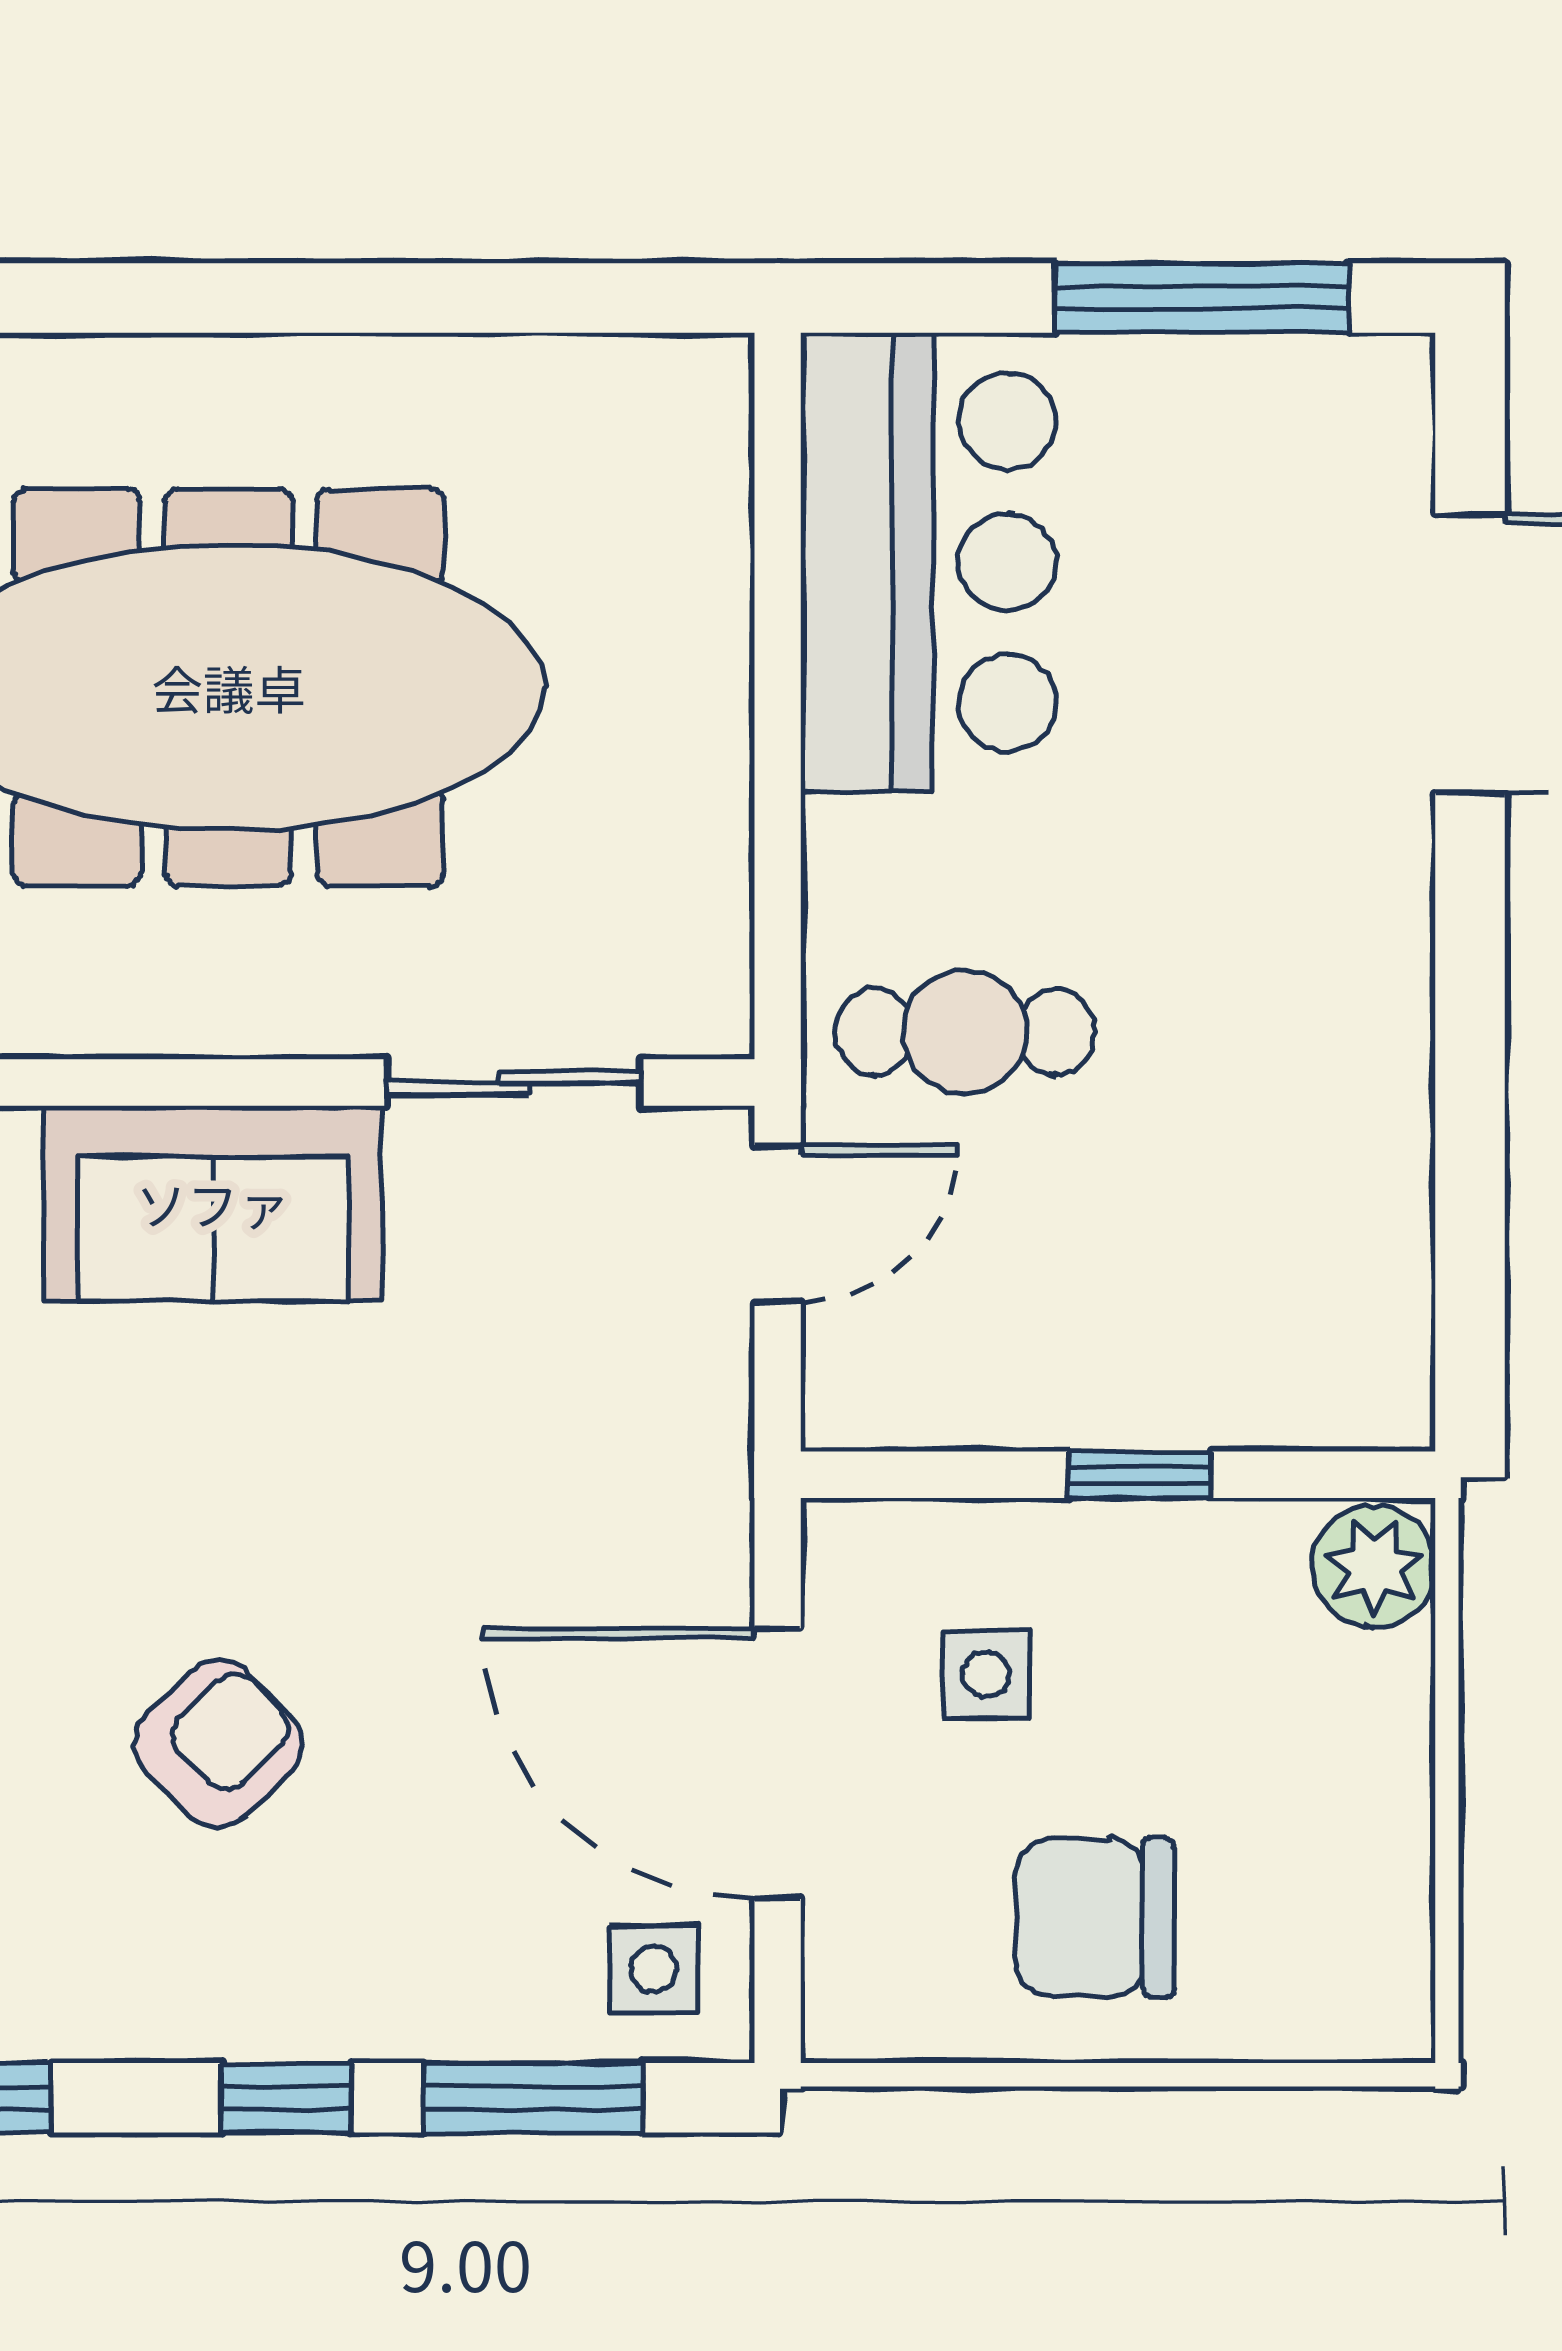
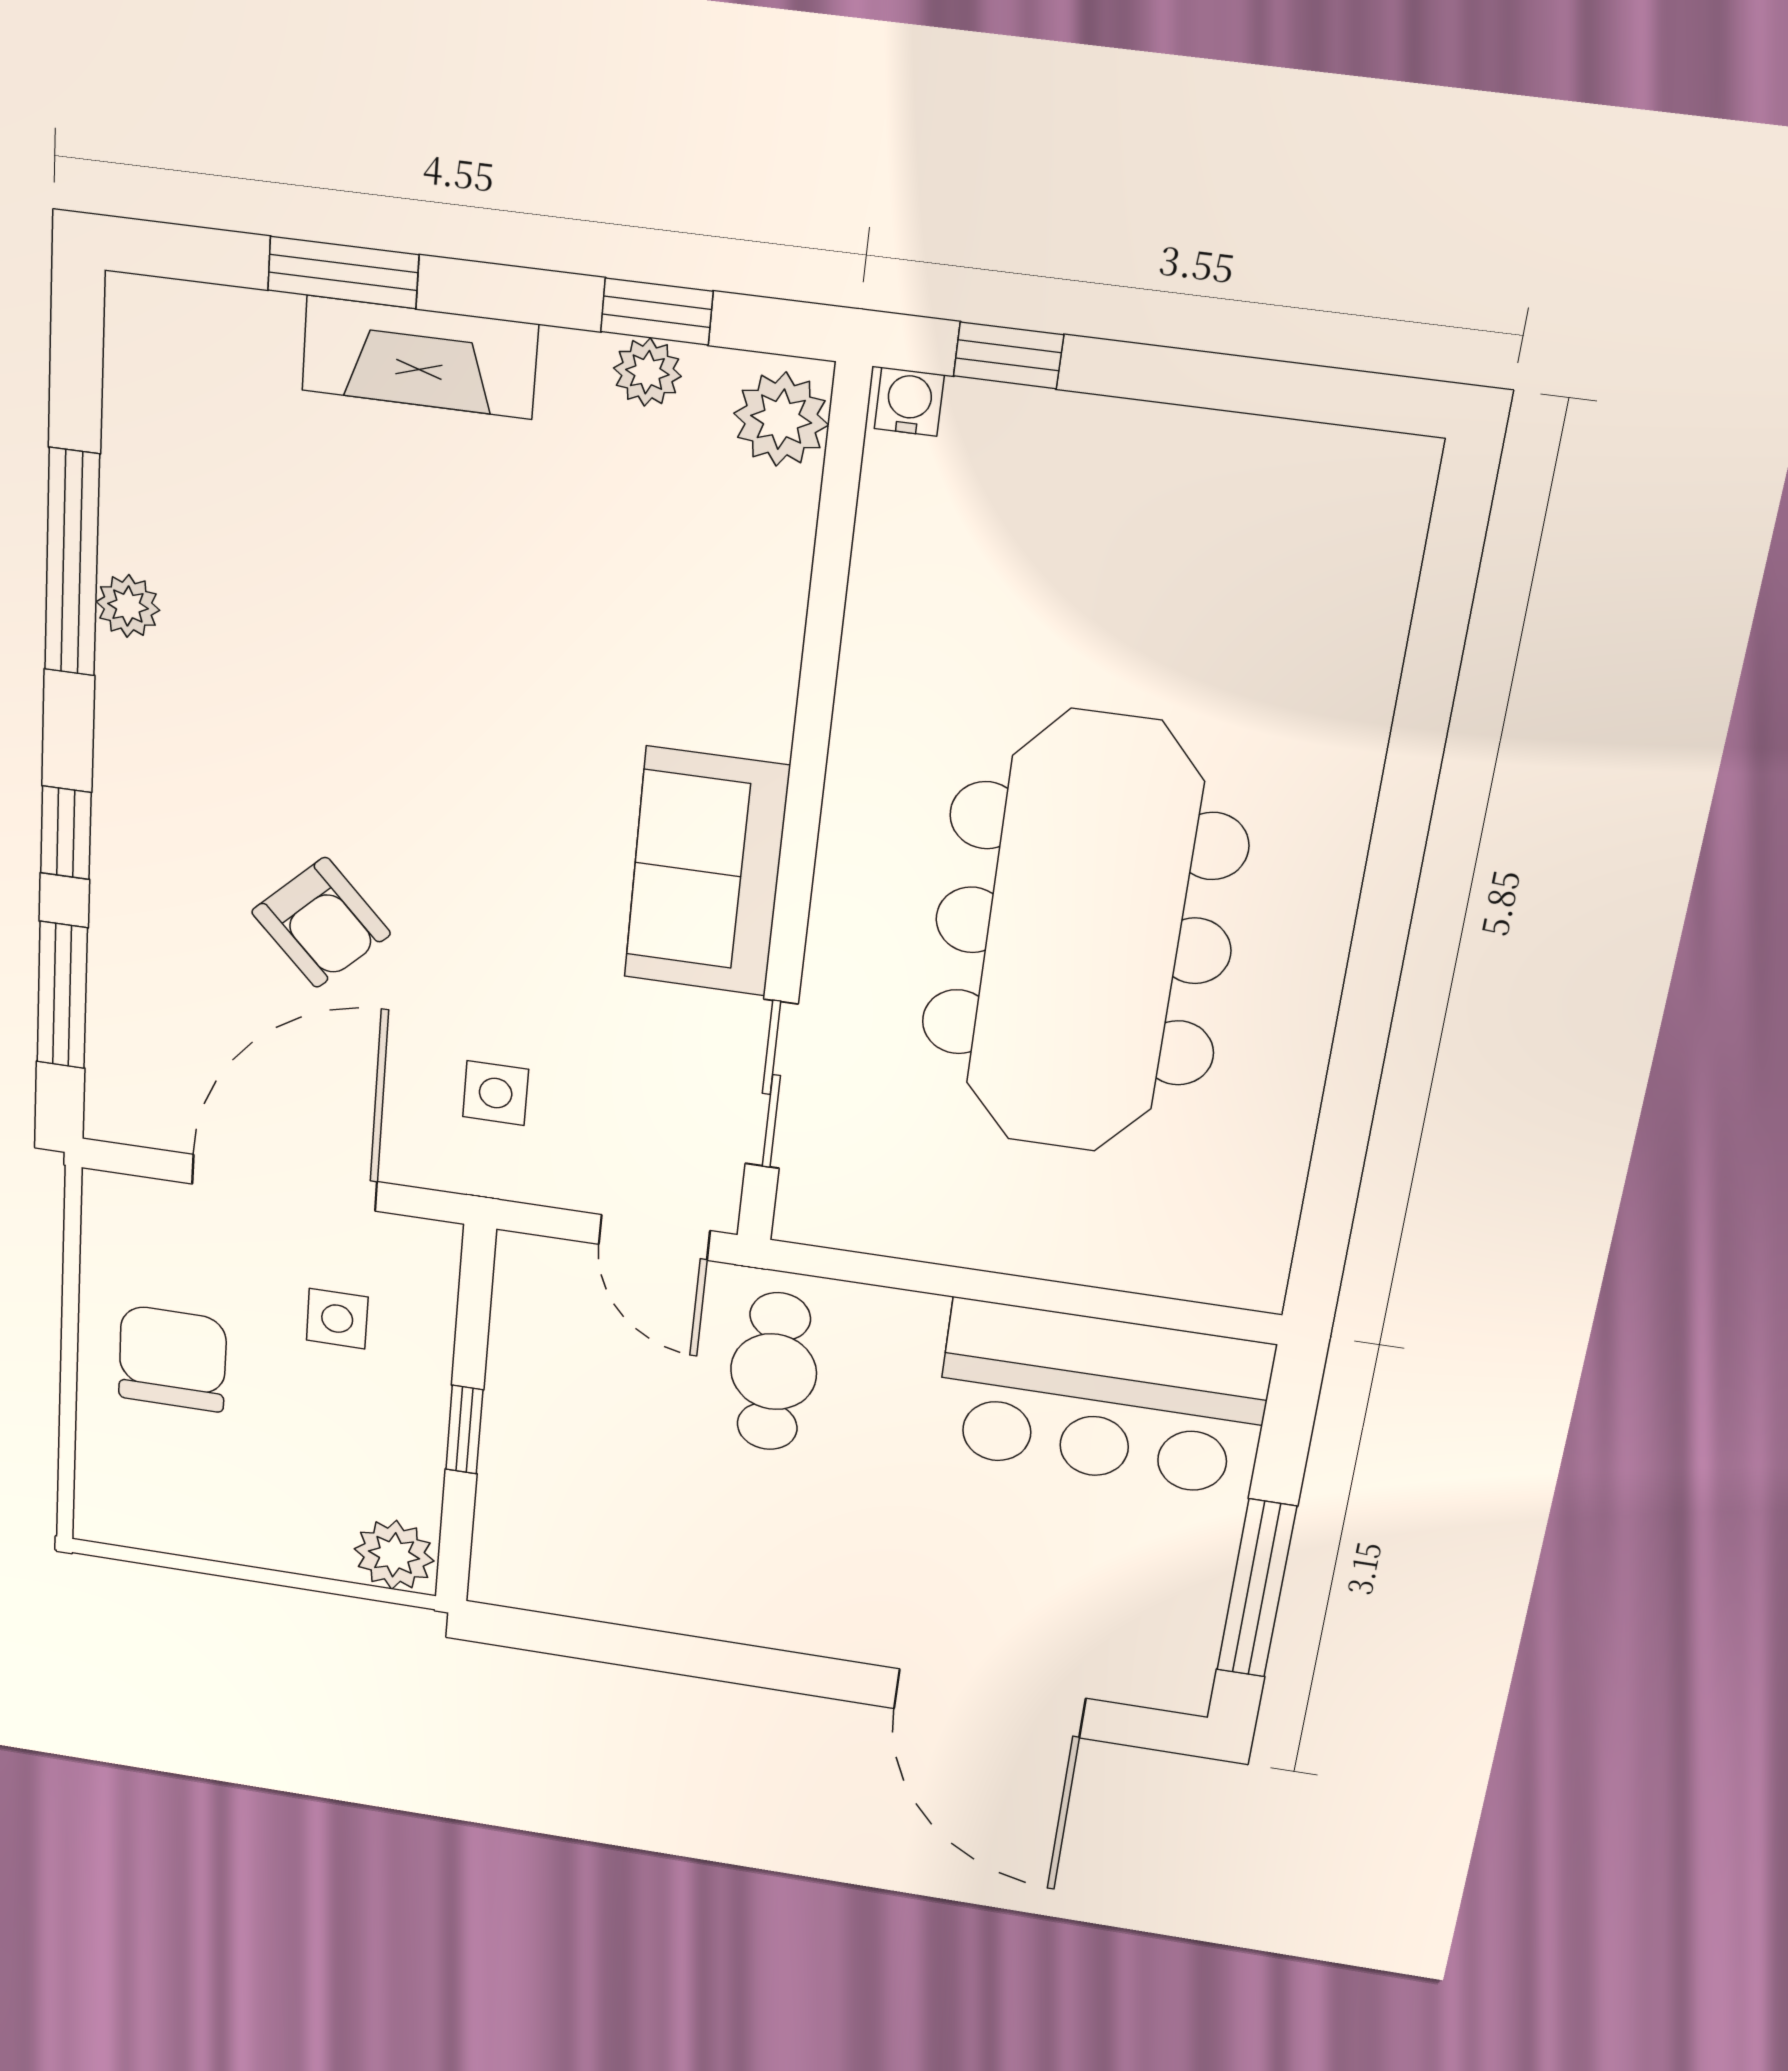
armchair: (218, 1744) -> (321, 923), moved
side table: (653, 1969) -> (496, 1093), moved

